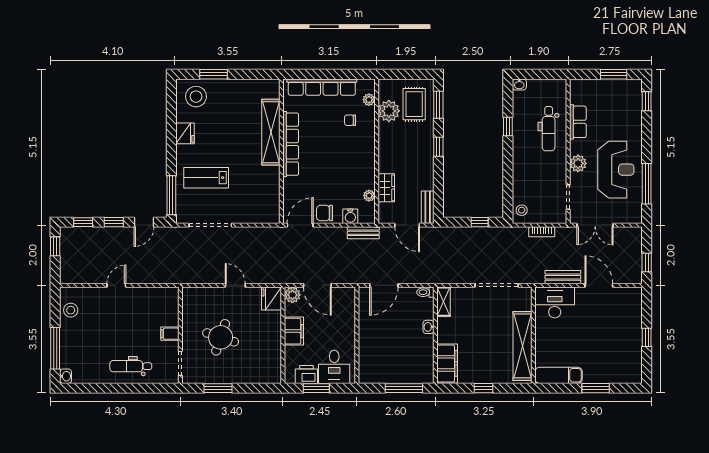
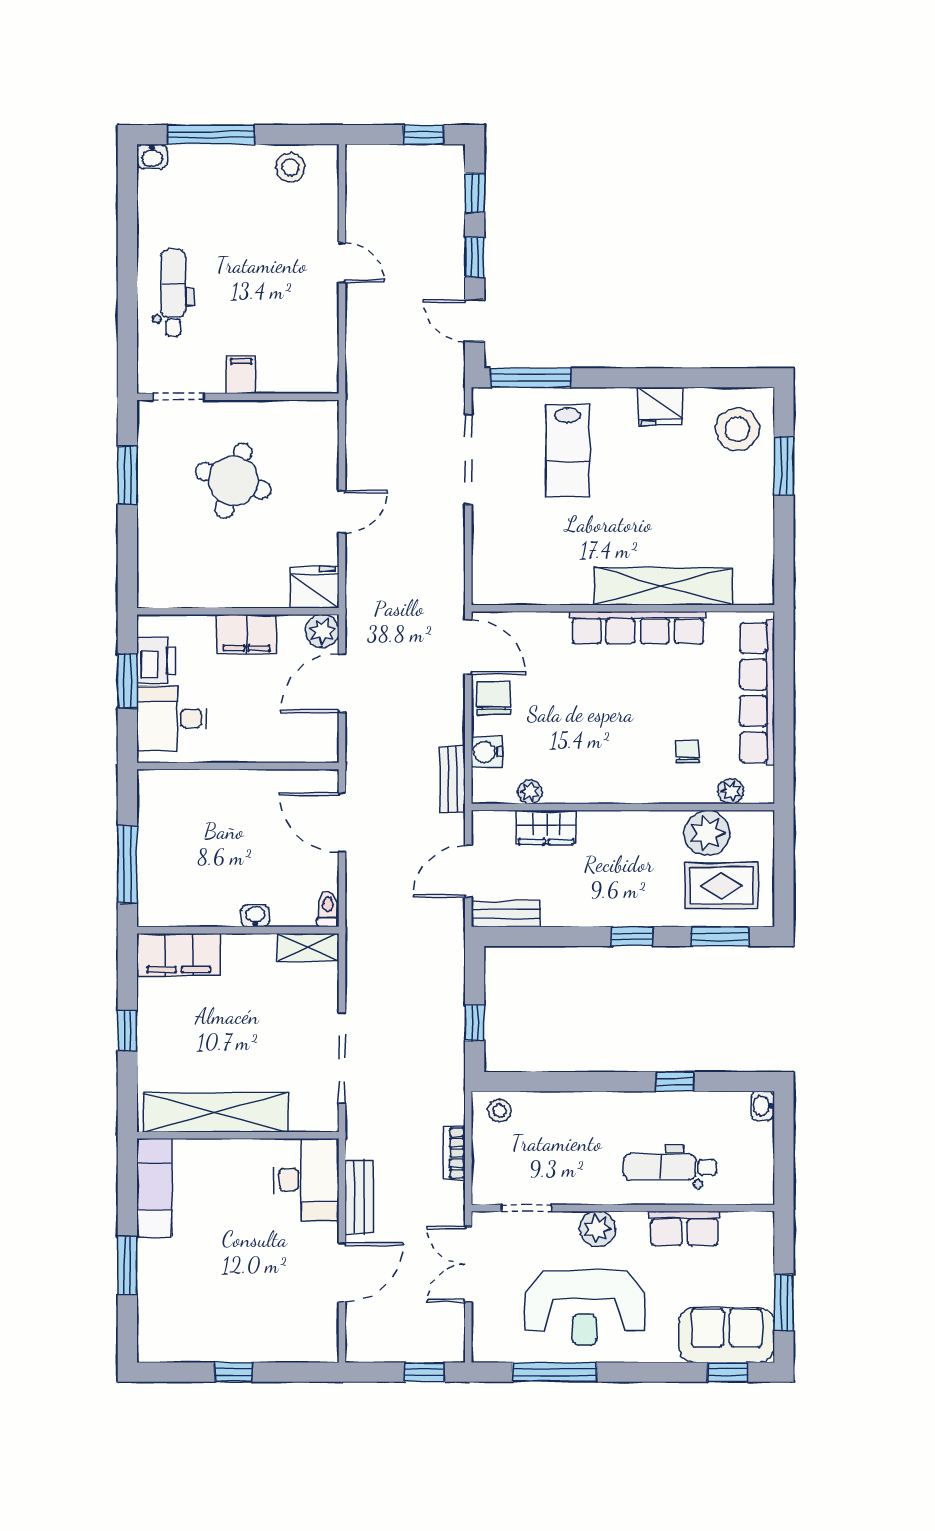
sofa: (629, 102) -> (727, 1335), added
lab bench: (206, 178) -> (568, 451), turned 180
window: (647, 262) -> (424, 1372), moved

